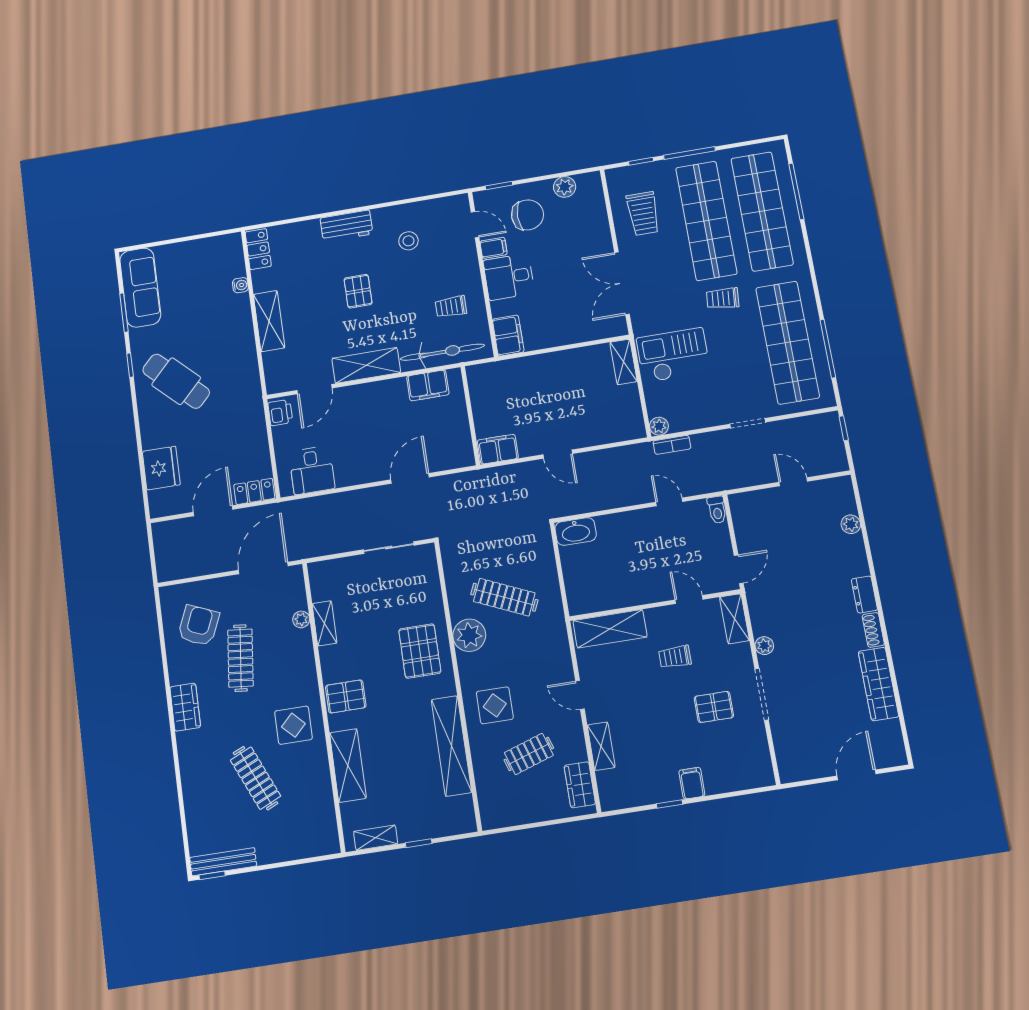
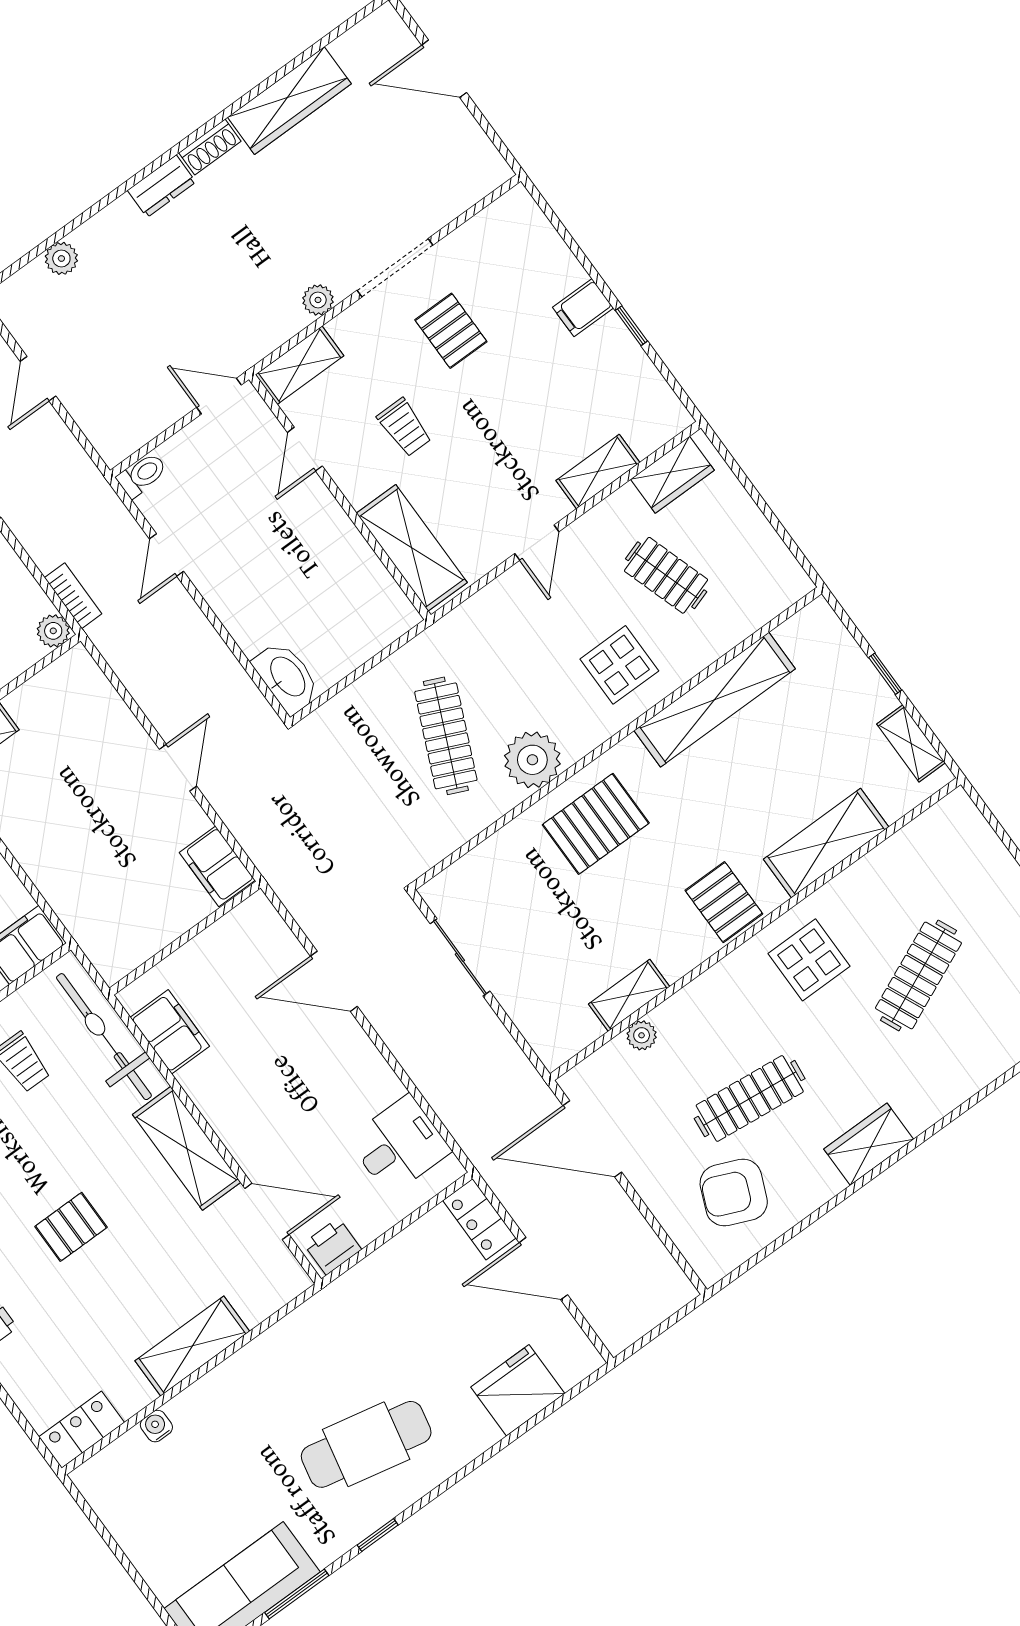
cafe table: (176, 381) -> (366, 1444), turned 58

